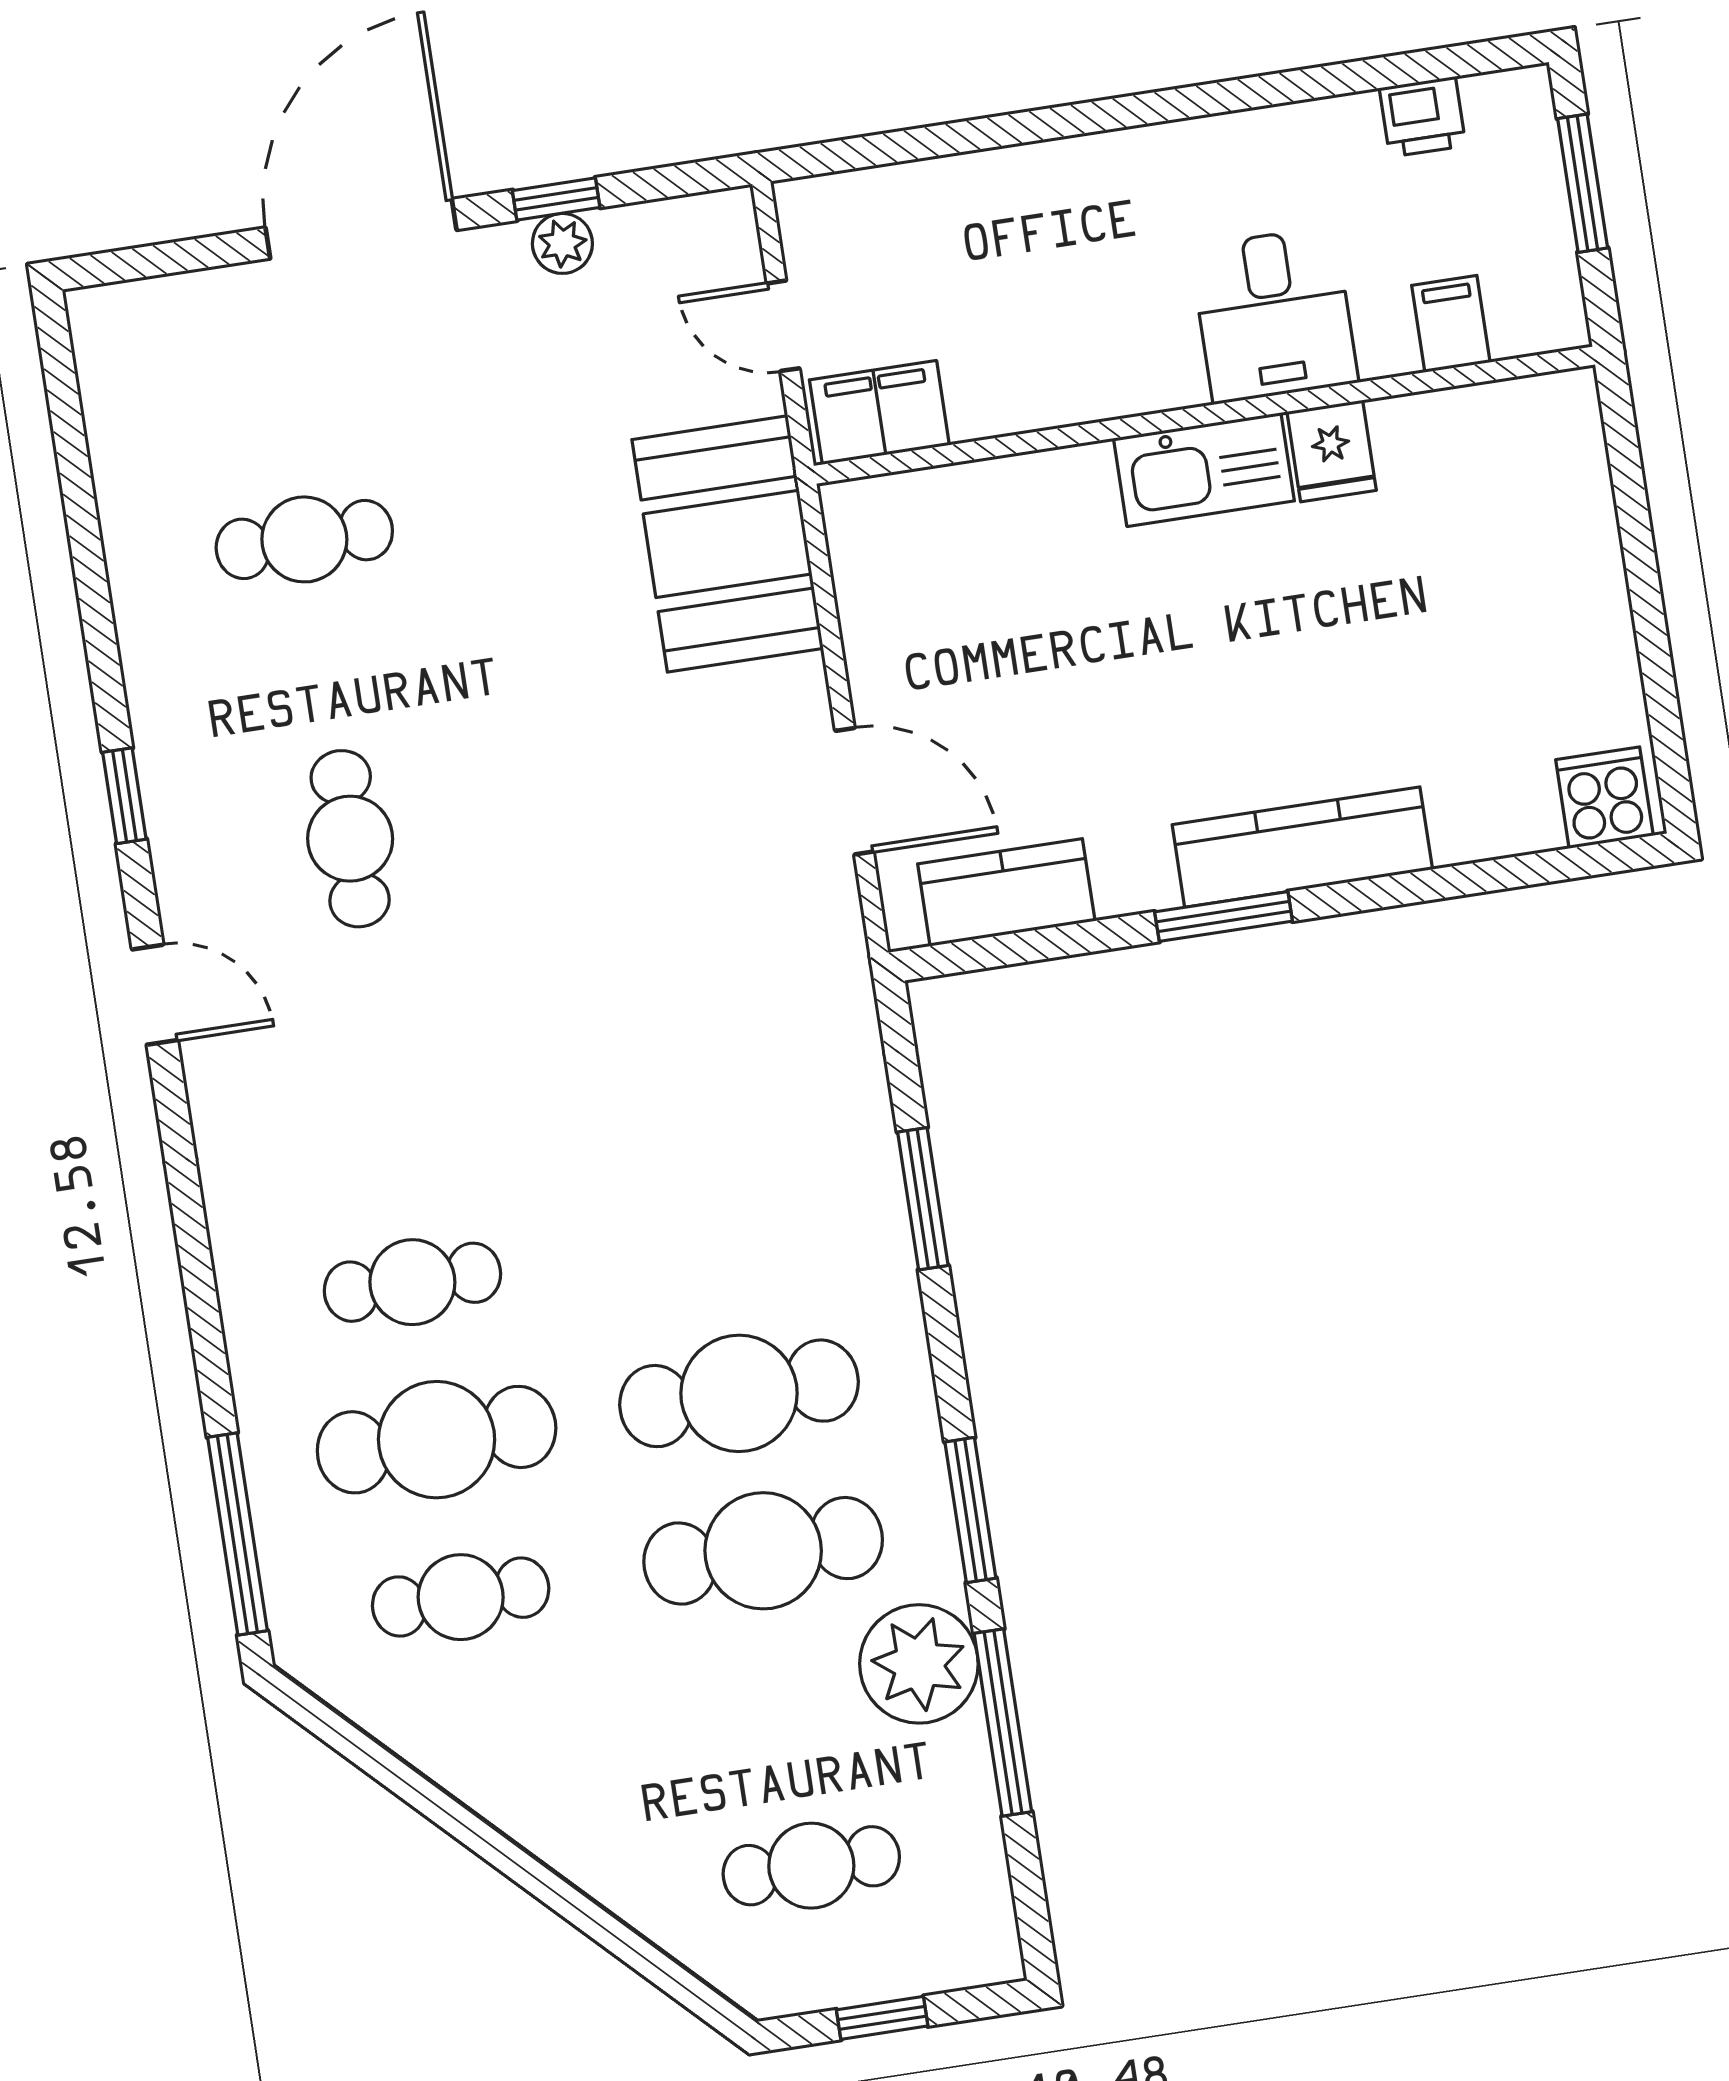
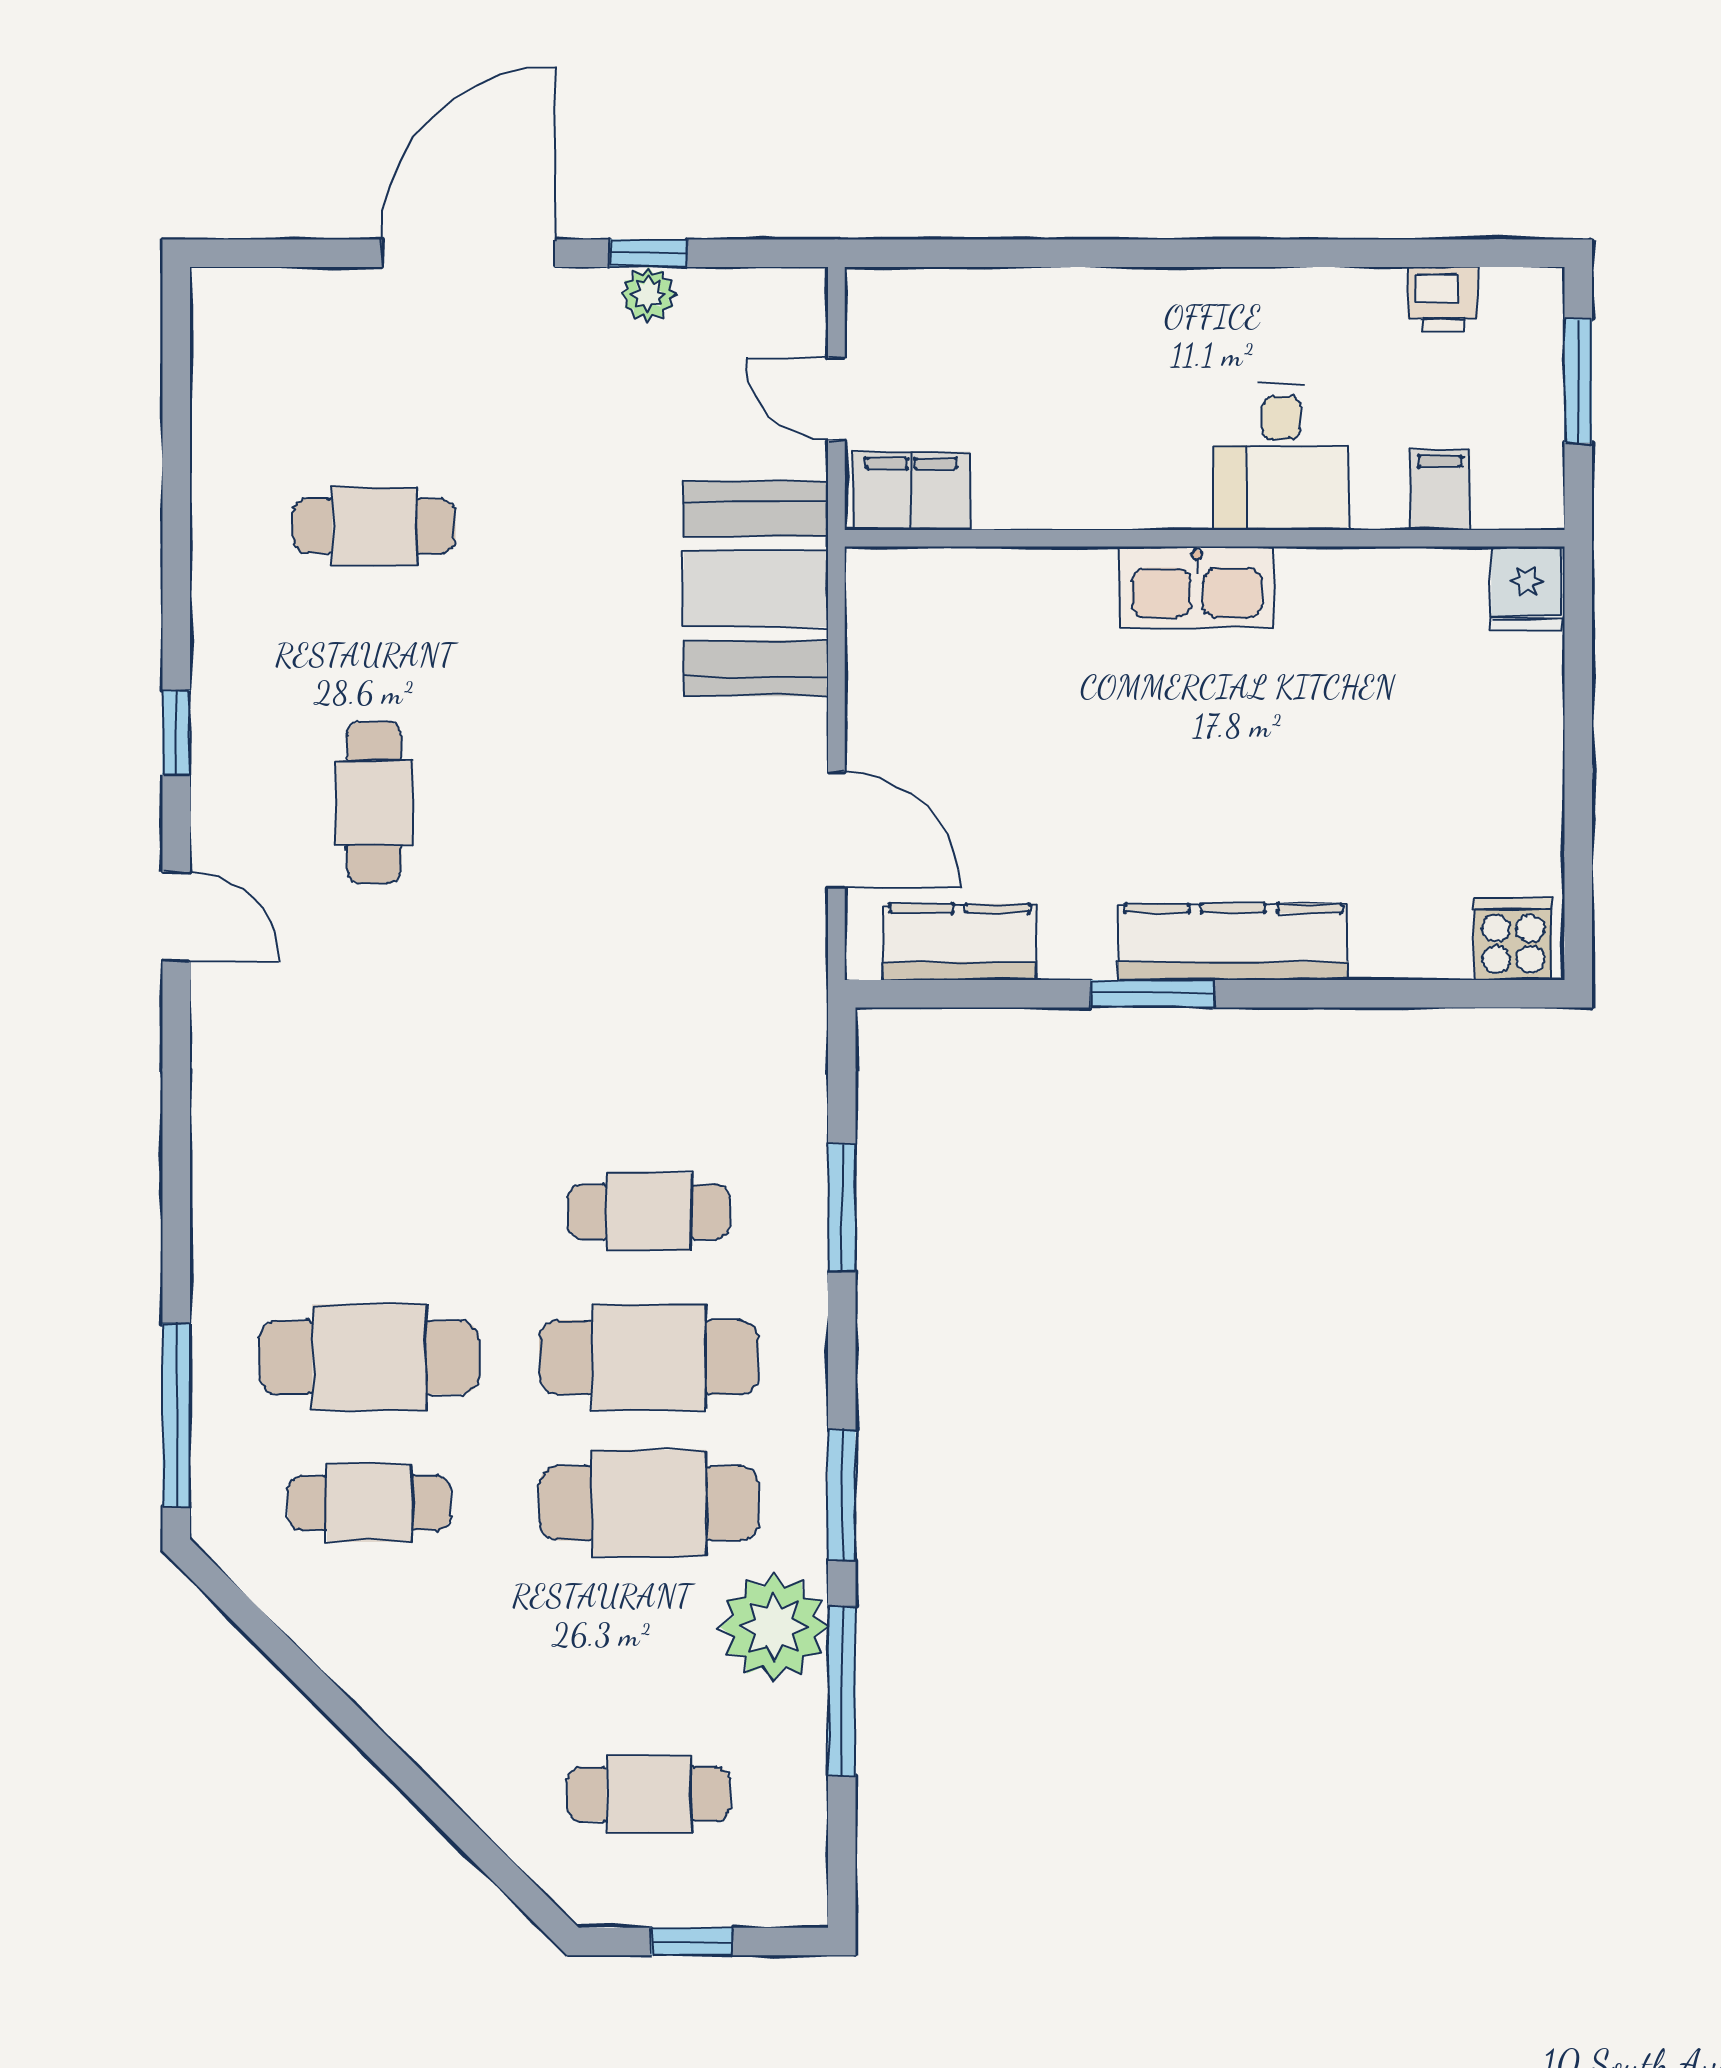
fridge: (1332, 451) -> (1526, 588), moved
cafe table: (412, 1282) -> (649, 1212), moved

